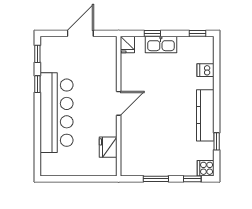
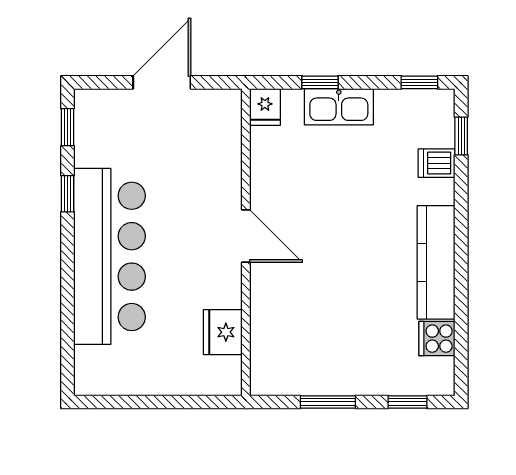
door: (119, 103) -> (246, 236), hinge flipped
window: (217, 141) -> (461, 136), moved
cooker: (206, 168) -> (437, 339), moved

